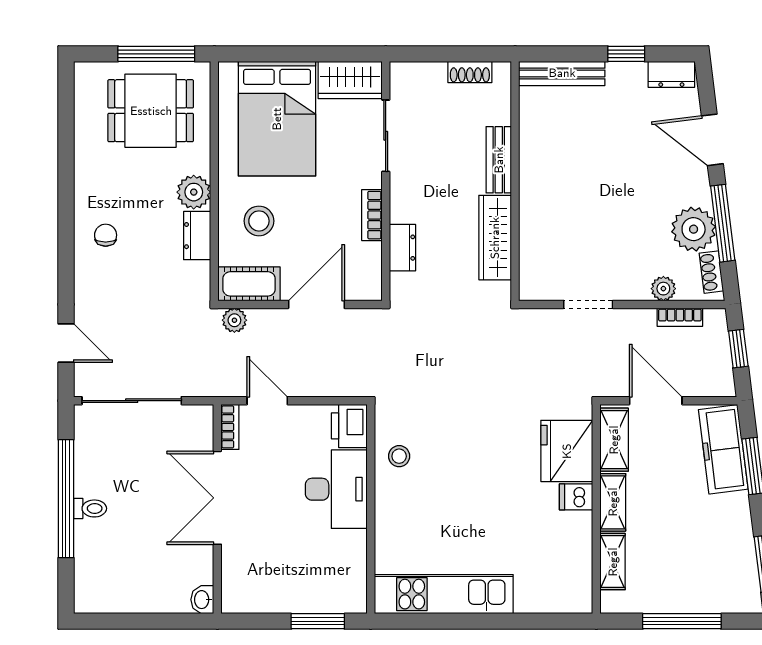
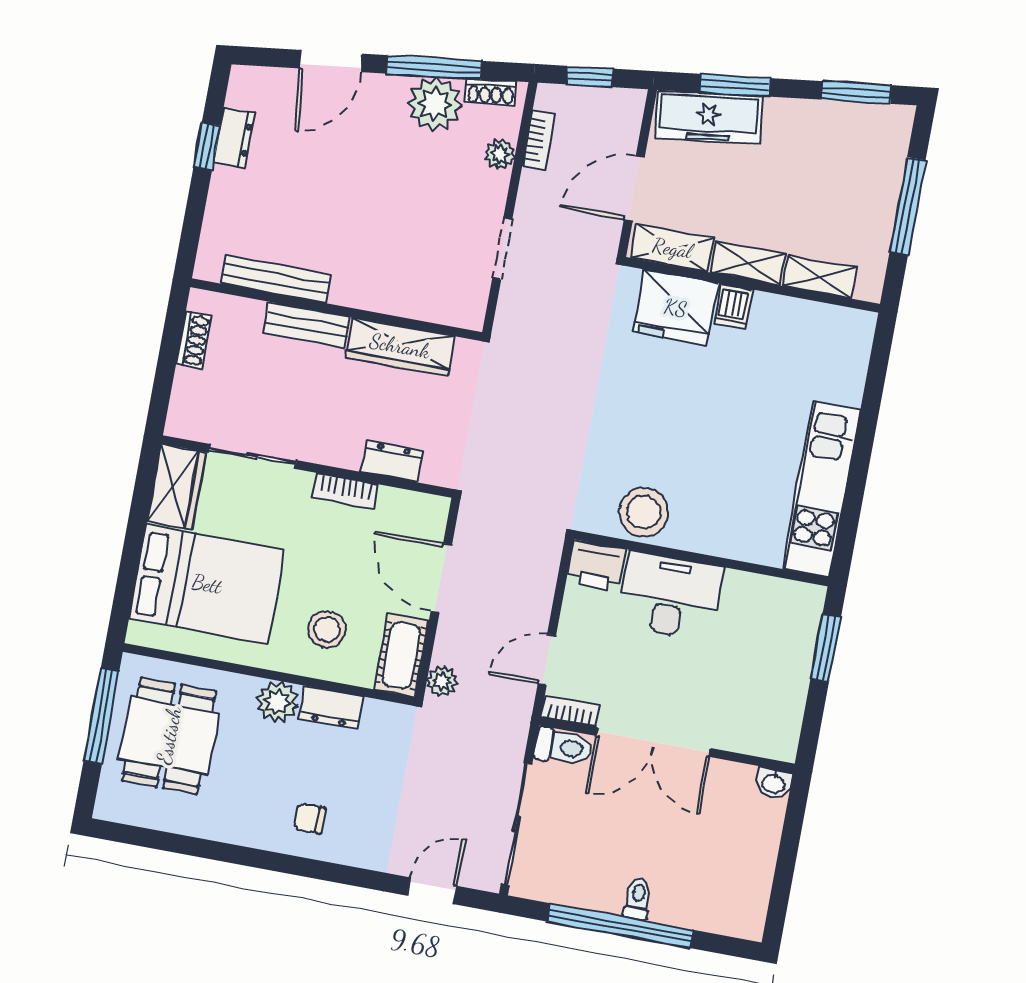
bench: (562, 73) -> (276, 279), moved, turned 90
dresser: (671, 74) -> (234, 138), moved
toilet: (200, 427) -> (564, 747), added
stool: (399, 456) -> (644, 512), width x1.89, depth x1.89

